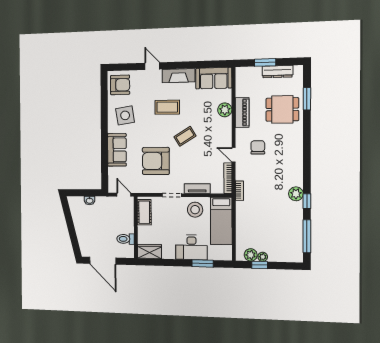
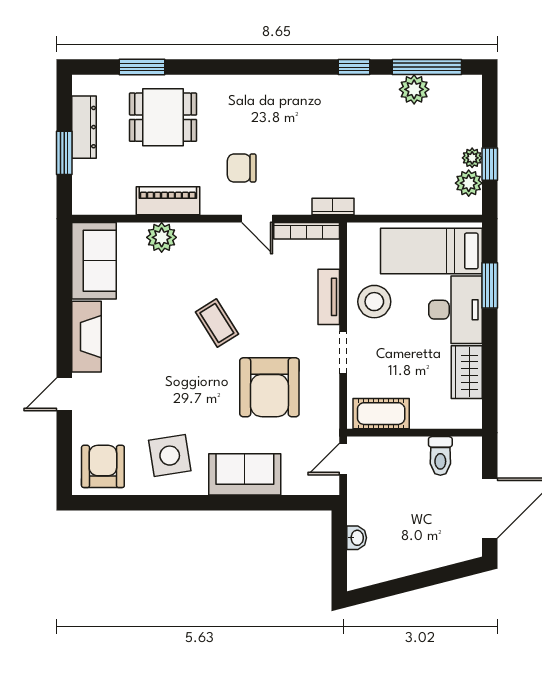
coffee table: (167, 107) -> (153, 362), removed
dining table: (282, 109) -> (163, 117), turned 90
door: (234, 155) -> (257, 219), hinge flipped
plant: (296, 194) -> (414, 89), moved
bed: (221, 221) -> (431, 251), moved, turned 180
wardrobe: (149, 251) -> (467, 372), moved

